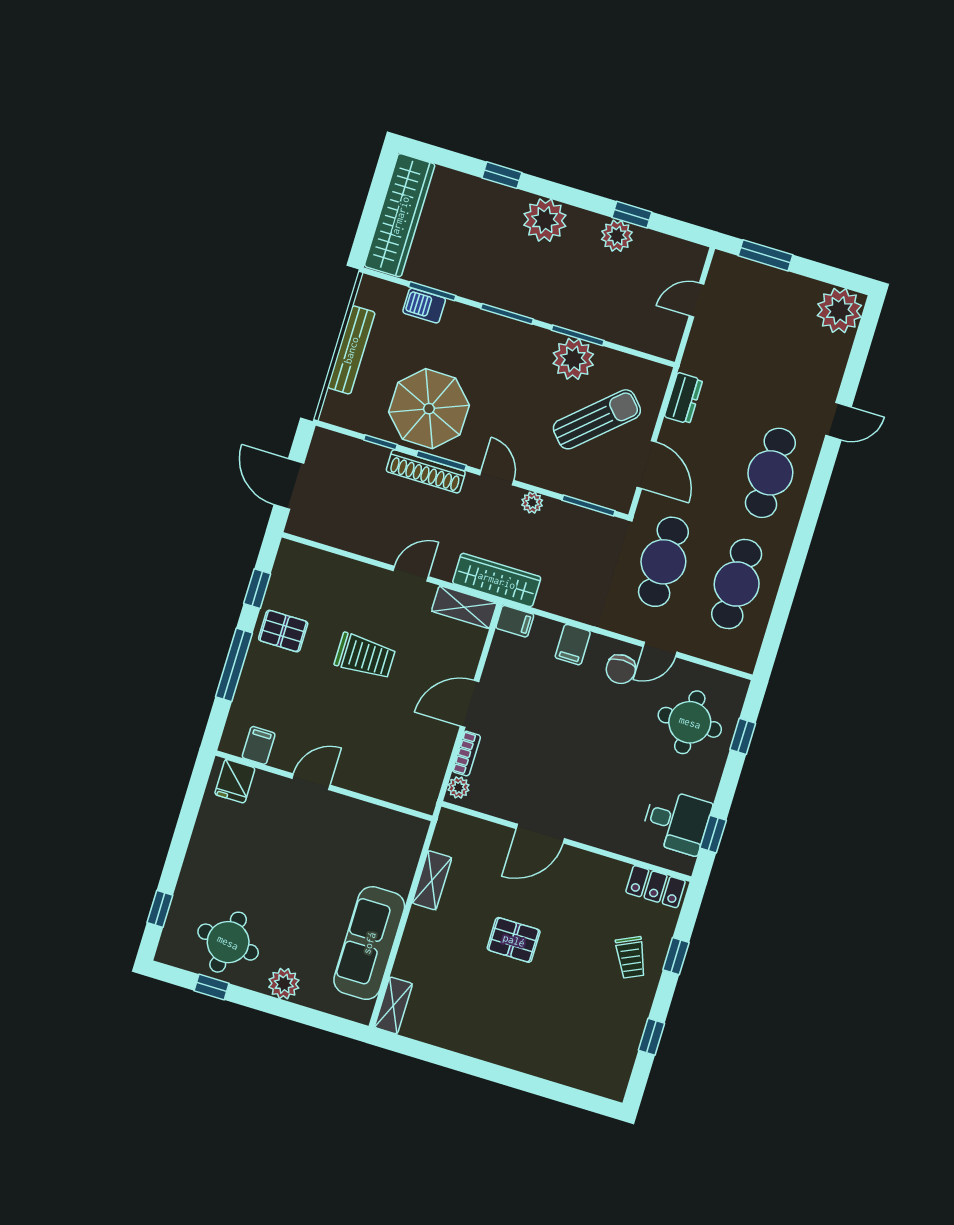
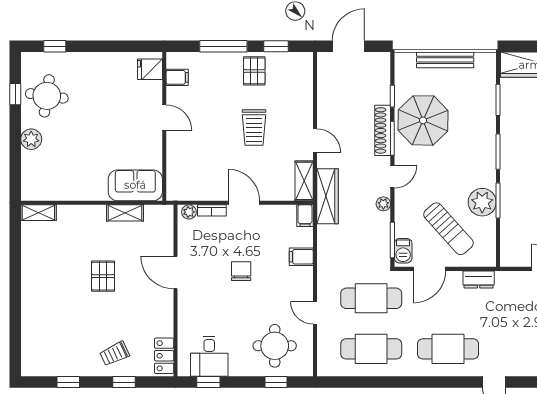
barbecue: (424, 306) -> (403, 251), moved, turned 180
chair: (621, 669) -> (241, 271), moved, turned 90
sofa: (369, 943) -> (135, 185), moved, width x0.73

